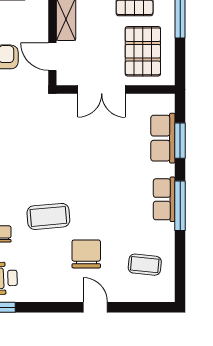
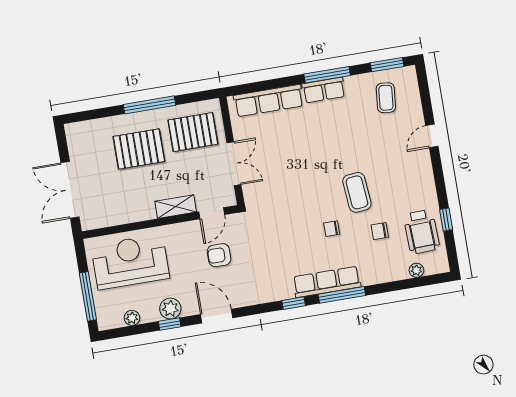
row of seats: (163, 138) -> (269, 101), width x1.48
window: (180, 141) -> (387, 65), moved
chair: (86, 254) -> (332, 229), moved, width x0.54, depth x0.54

